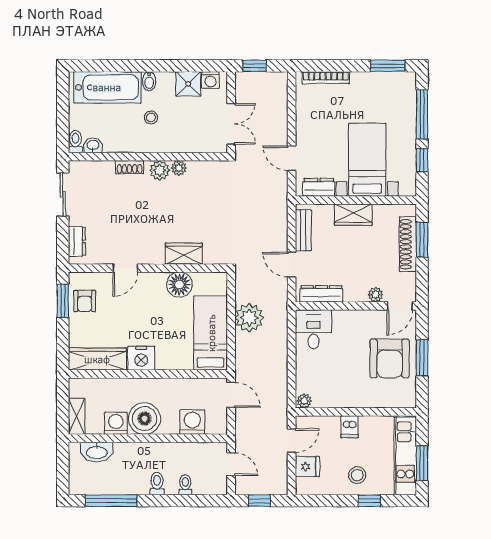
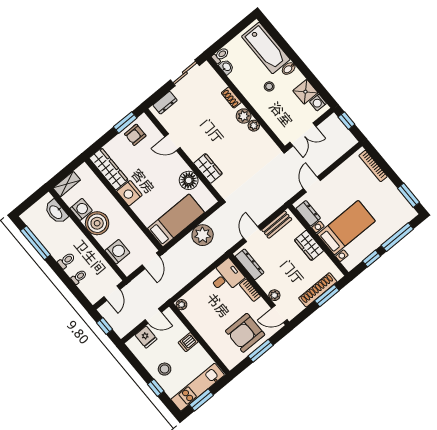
bookcase: (349, 316) -> (250, 290), added

